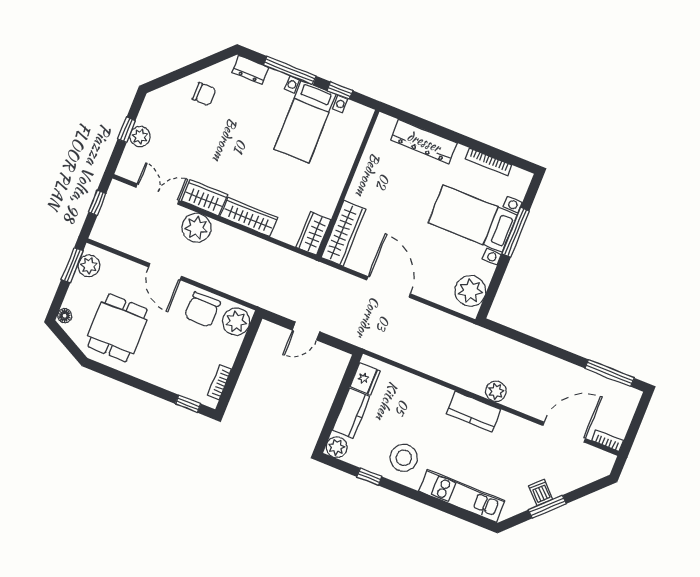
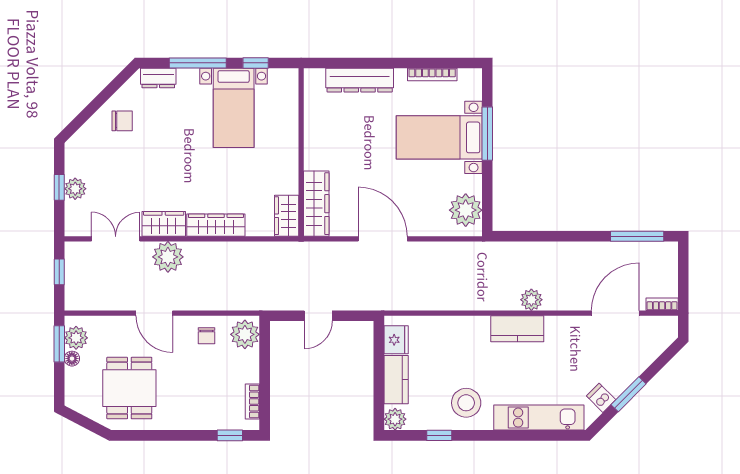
chair: (202, 310) -> (206, 336), width x0.54, depth x0.54
floor lamp: (65, 316) -> (72, 359), moved
dishwasher: (541, 492) -> (601, 398), moved

